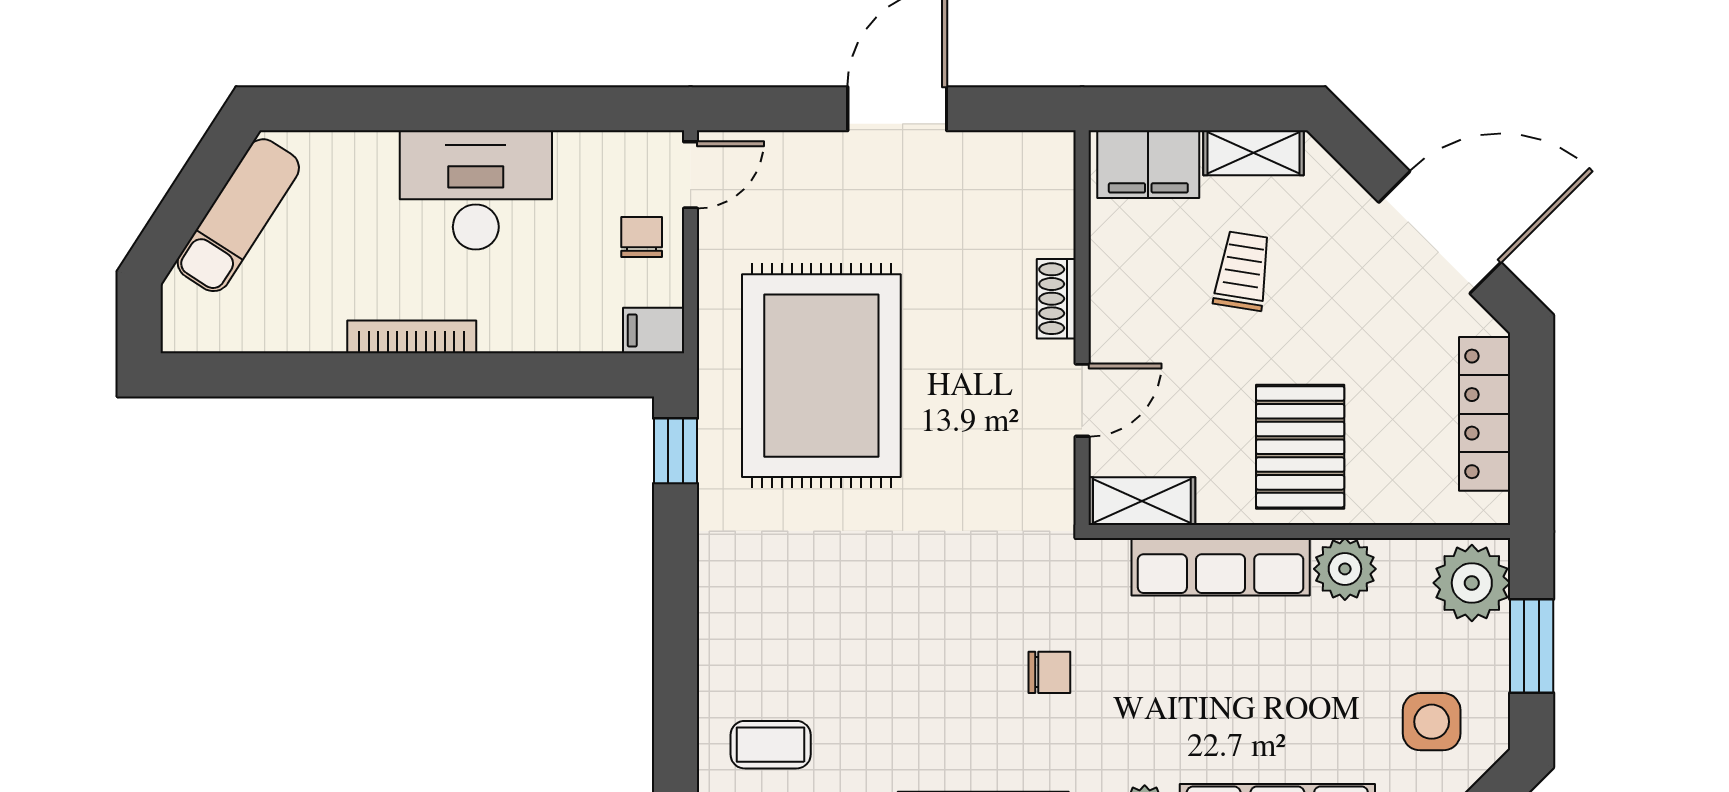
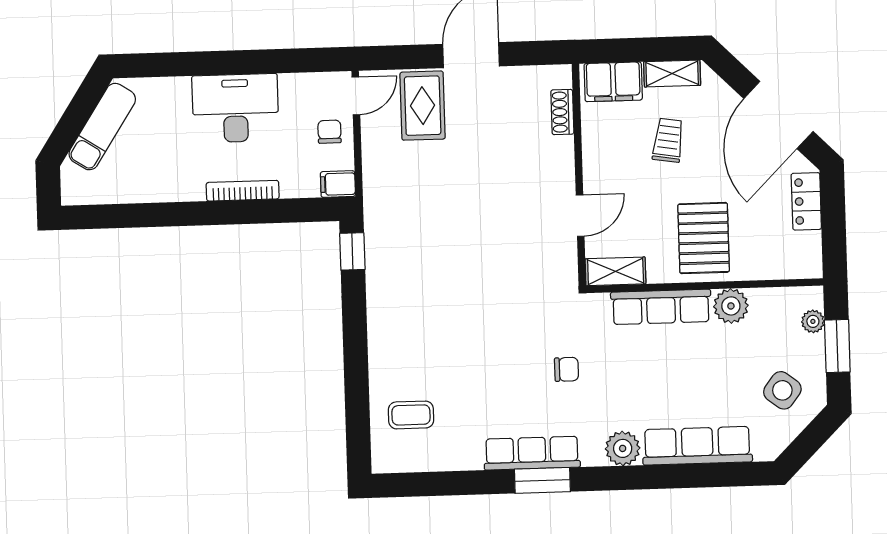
door: (1440, 232) -> (778, 115), swing flipped
shoe rack: (1056, 299) -> (562, 112), moved
bookcase: (412, 337) -> (243, 191), moved
rug: (821, 376) -> (423, 106), moved, width x0.54, depth x0.49
locker: (1485, 414) -> (806, 201), width x0.66
plant: (1472, 583) -> (813, 321), width x0.53, depth x0.53
side table: (1432, 722) -> (782, 390), turned 37

